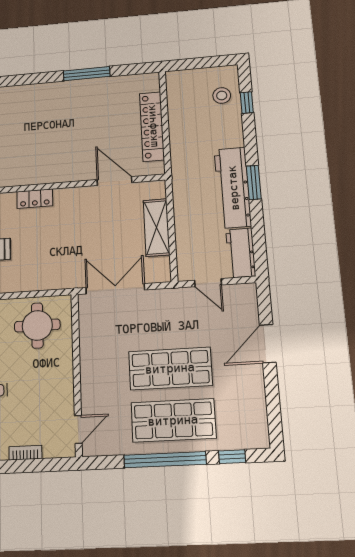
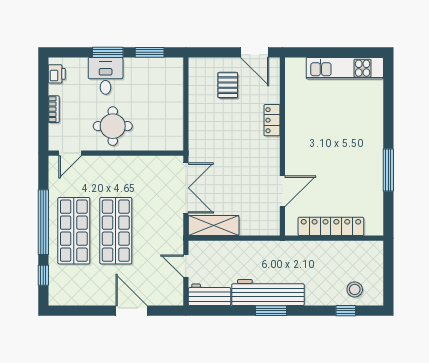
shelving: (156, 228) -> (214, 226), moved
door: (208, 283) -> (186, 266), hinge flipped
round table: (37, 325) -> (113, 126), moved
door: (78, 430) -> (70, 153), hinge flipped

